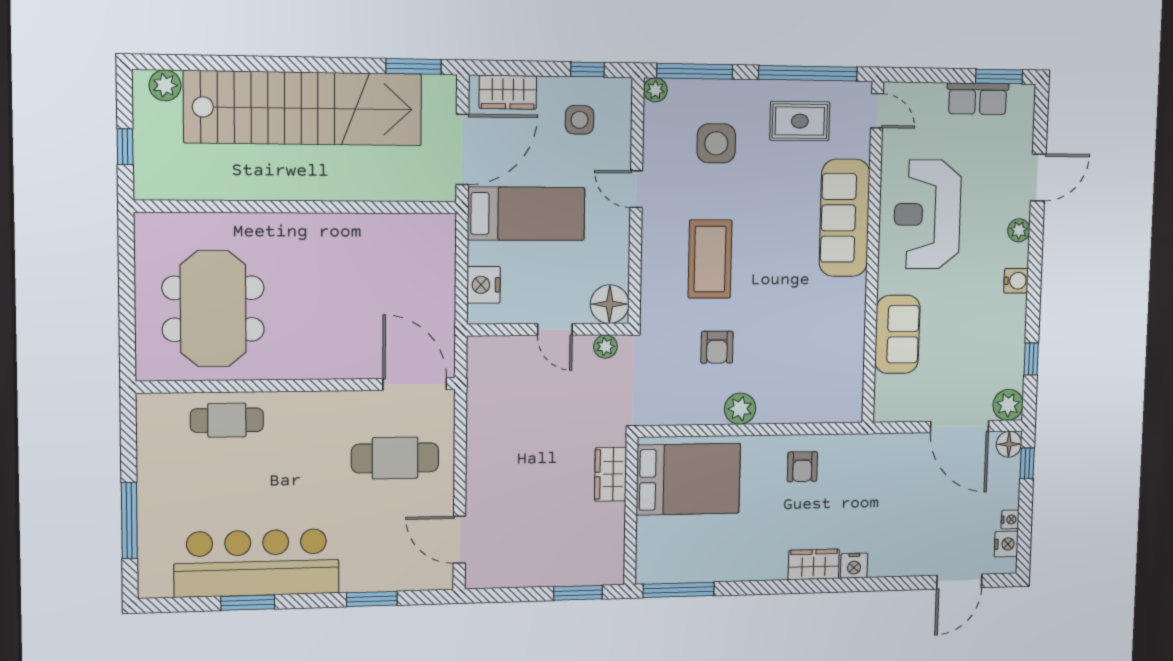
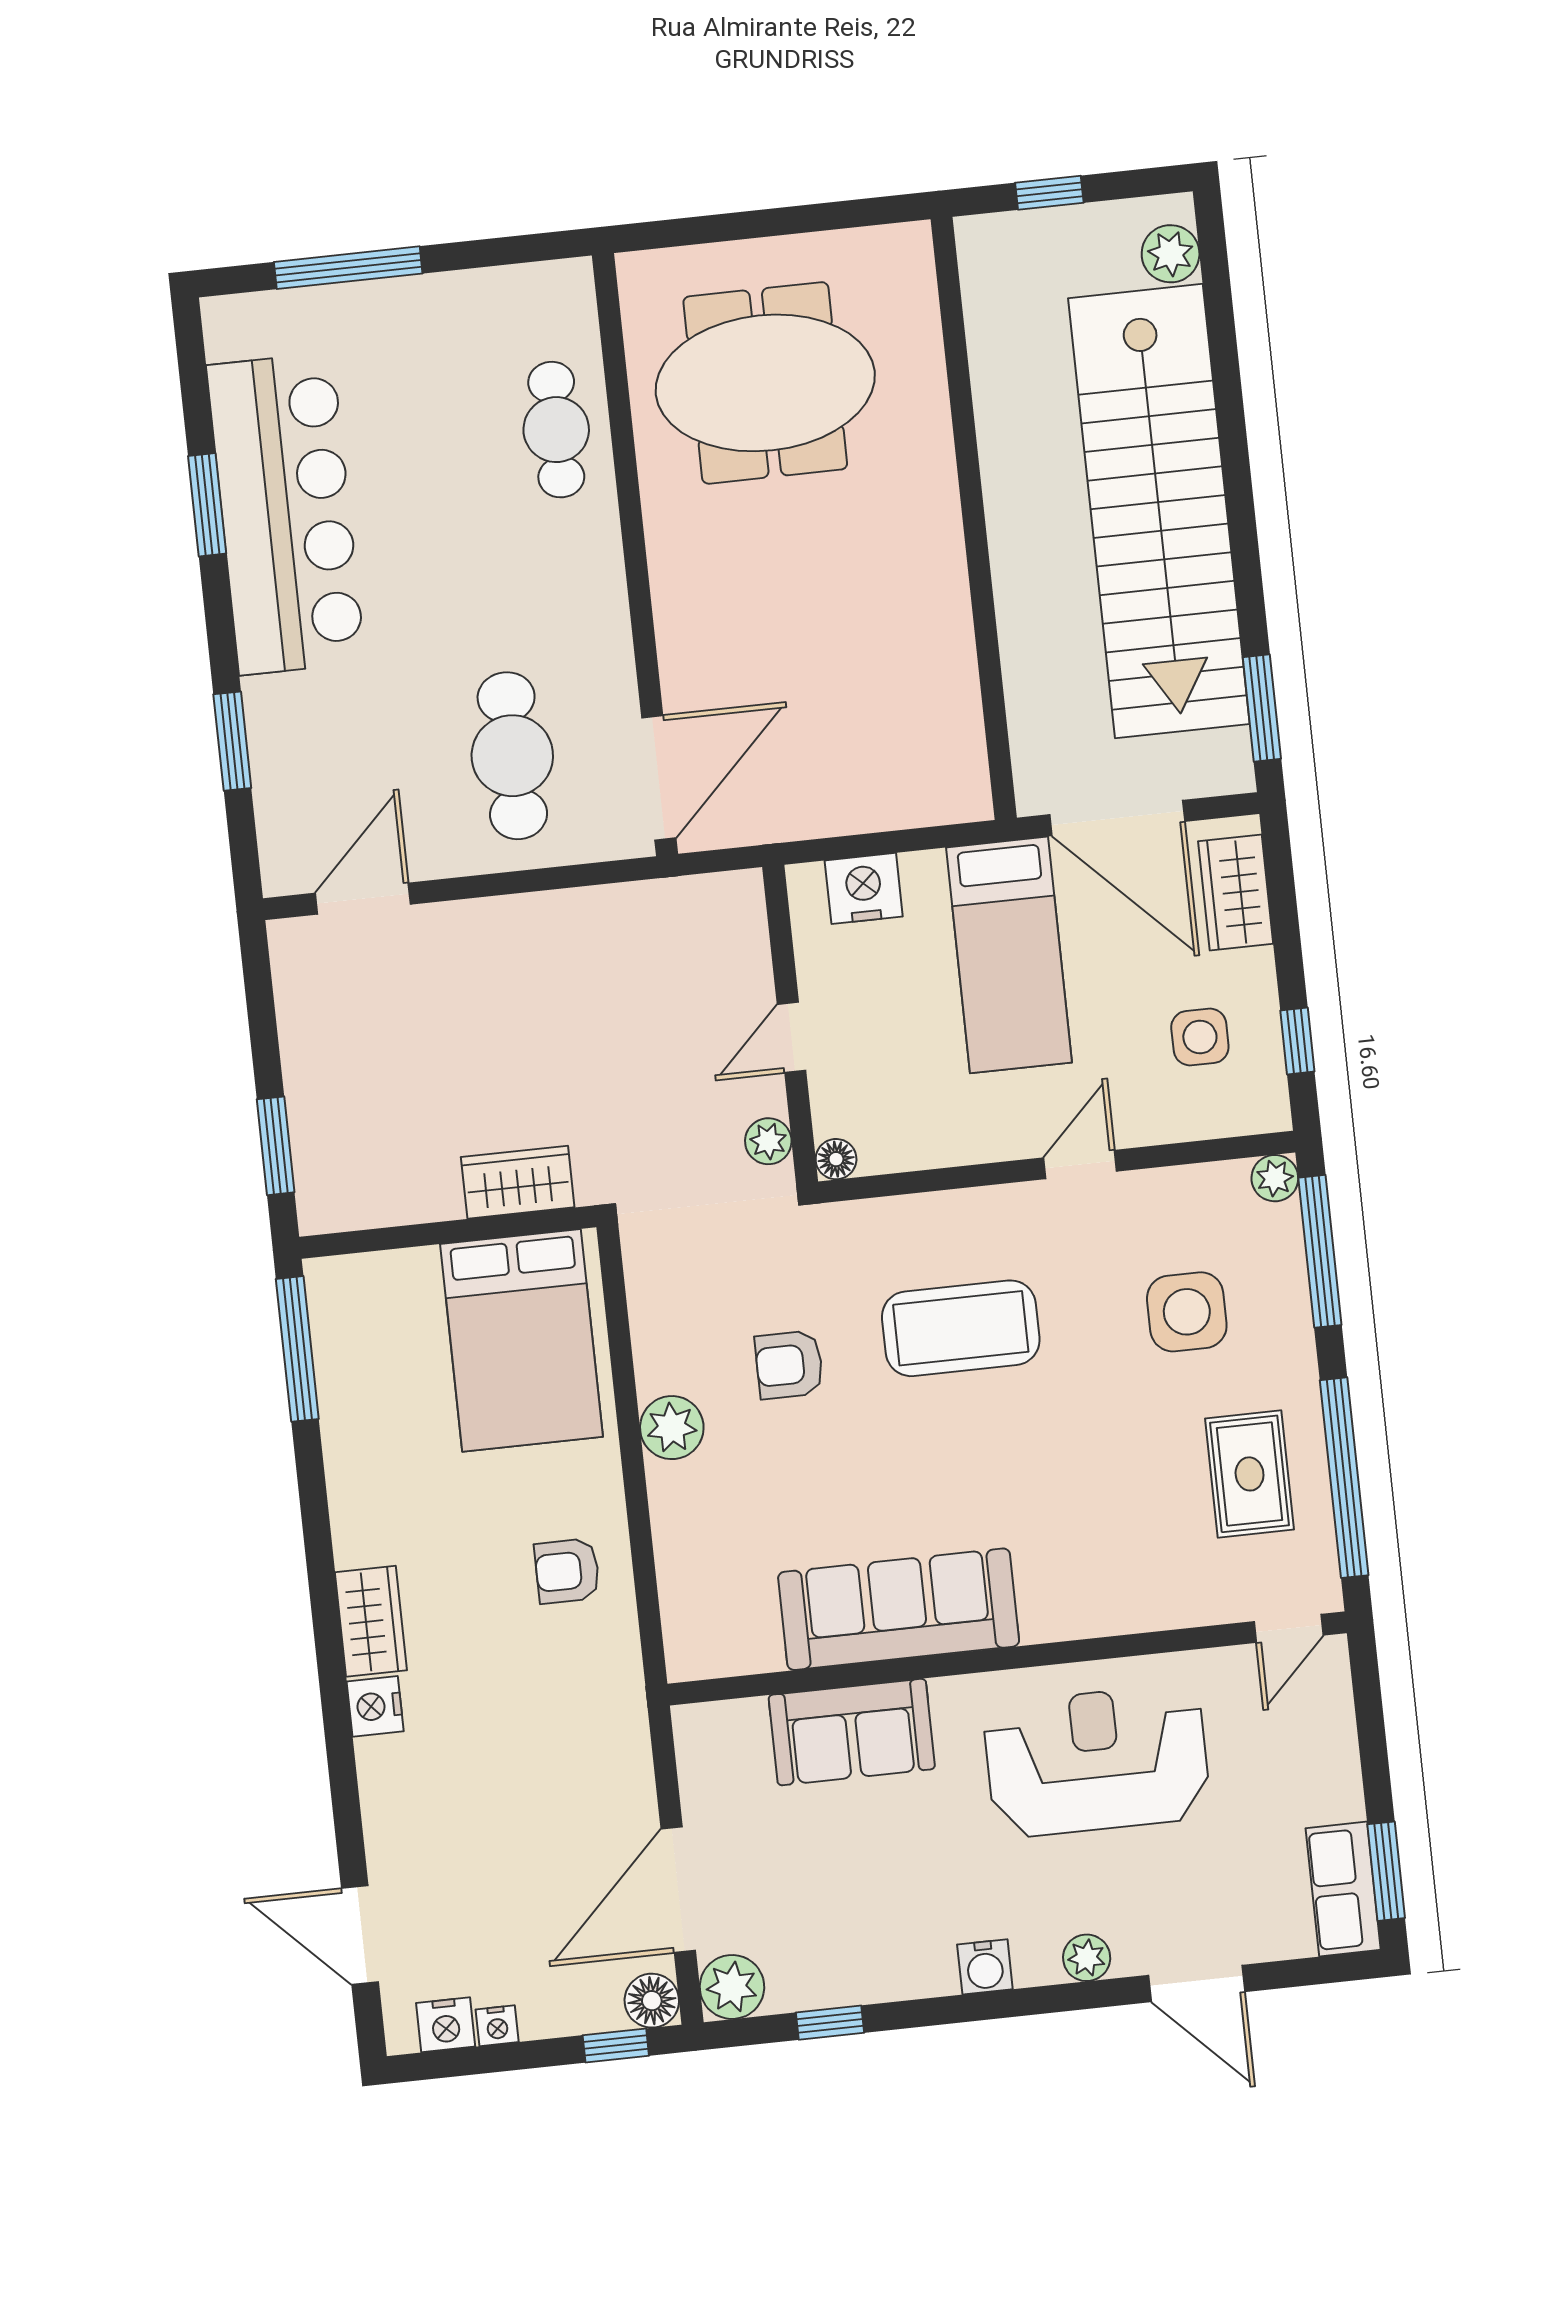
row of seats: (978, 99) -> (1343, 1889), moved
sofa: (845, 218) -> (899, 1609), moved
floor lamp: (610, 304) -> (836, 1159), width x0.53, depth x0.53

